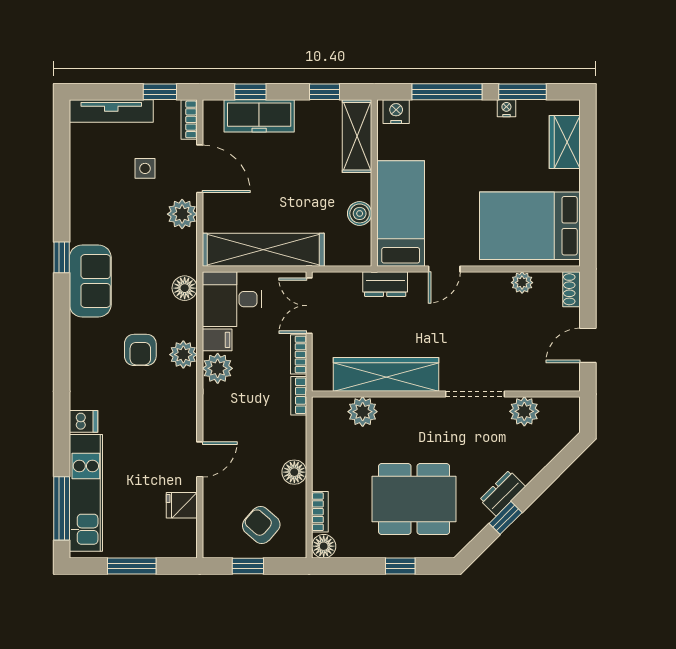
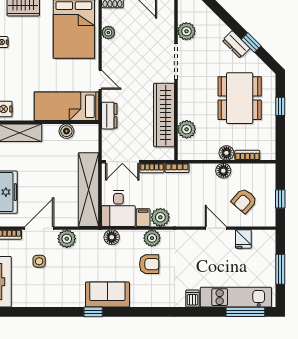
armchair: (261, 525) -> (244, 201), moved
floor lamp: (324, 546) -> (226, 153), moved

